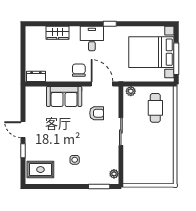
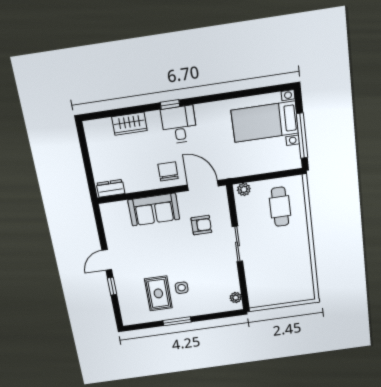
window: (110, 24) -> (170, 104), moved
bed with nightstands: (151, 52) -> (265, 122), width x0.73
door: (23, 130) -> (107, 260), hinge flipped
rug: (40, 170) -> (158, 293), moved, turned 90
window: (99, 187) -> (177, 321), moved

